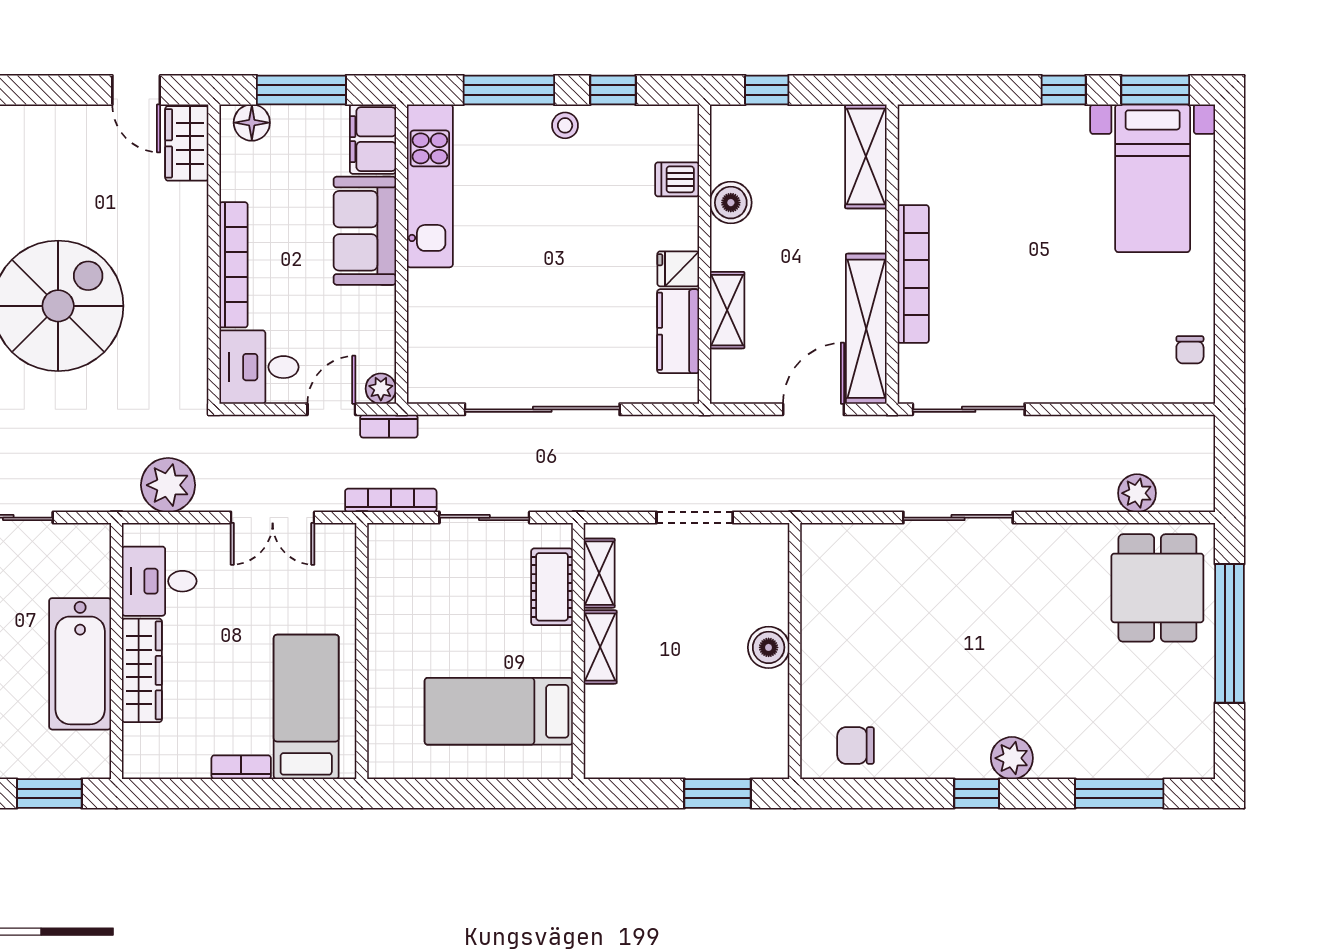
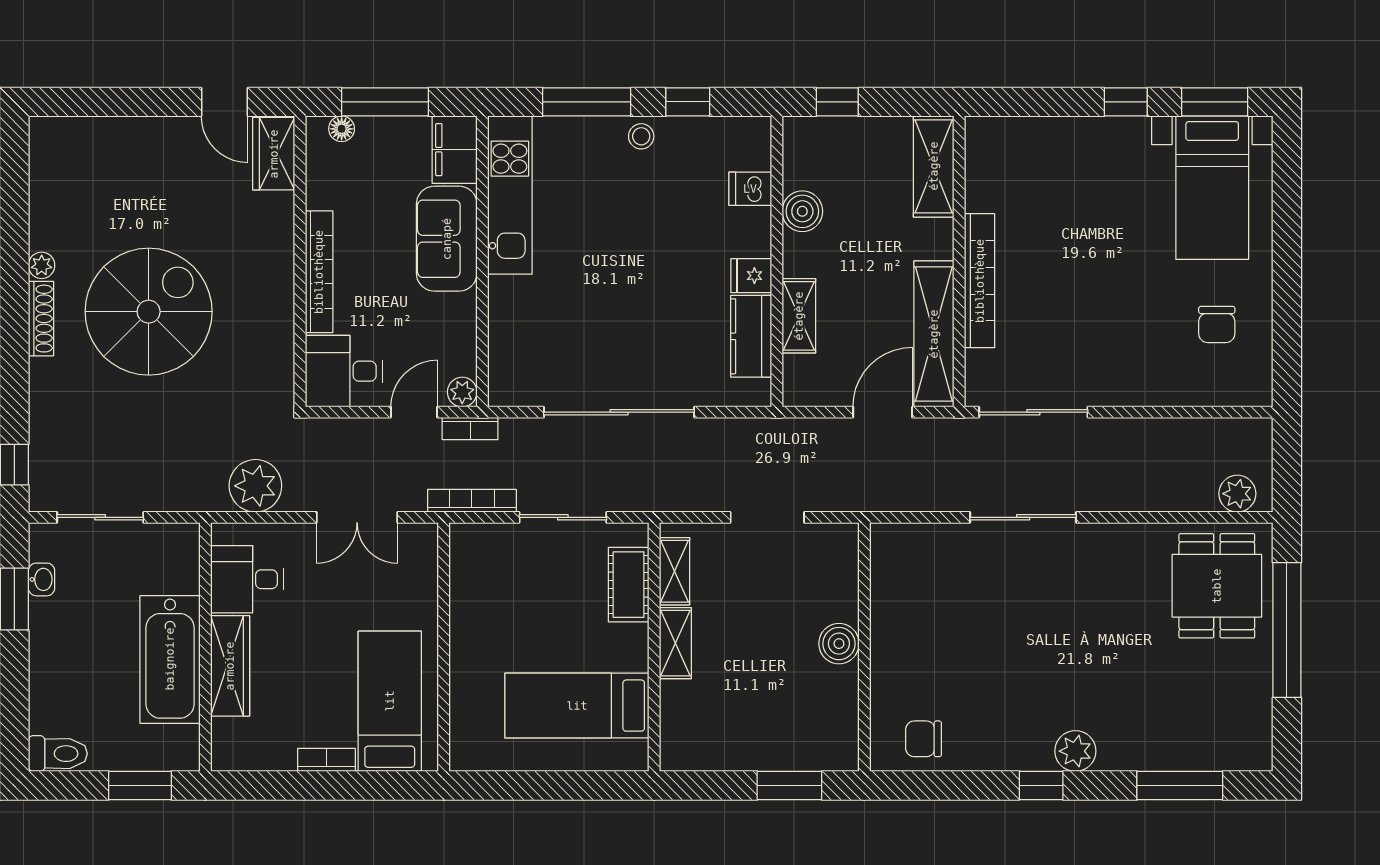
floor lamp: (252, 123) -> (342, 129), width x0.73, depth x0.73
chair: (1190, 350) -> (1217, 324), moved, width x1.37, depth x1.37
plant: (1137, 493) -> (1237, 494), moved

